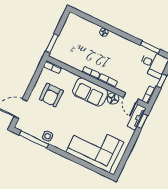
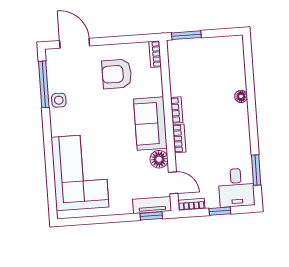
door: (131, 98) -> (173, 183), swing flipped

